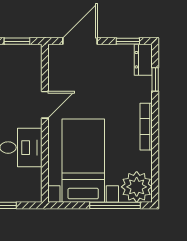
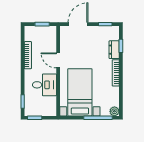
dresser: (143, 60) -> (114, 50), moved
door: (45, 105) -> (58, 60), swing flipped
plant: (137, 187) -> (114, 111), width x0.53, depth x0.53

